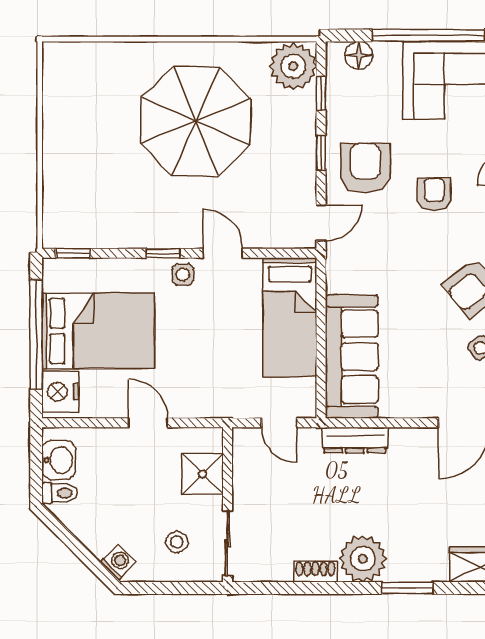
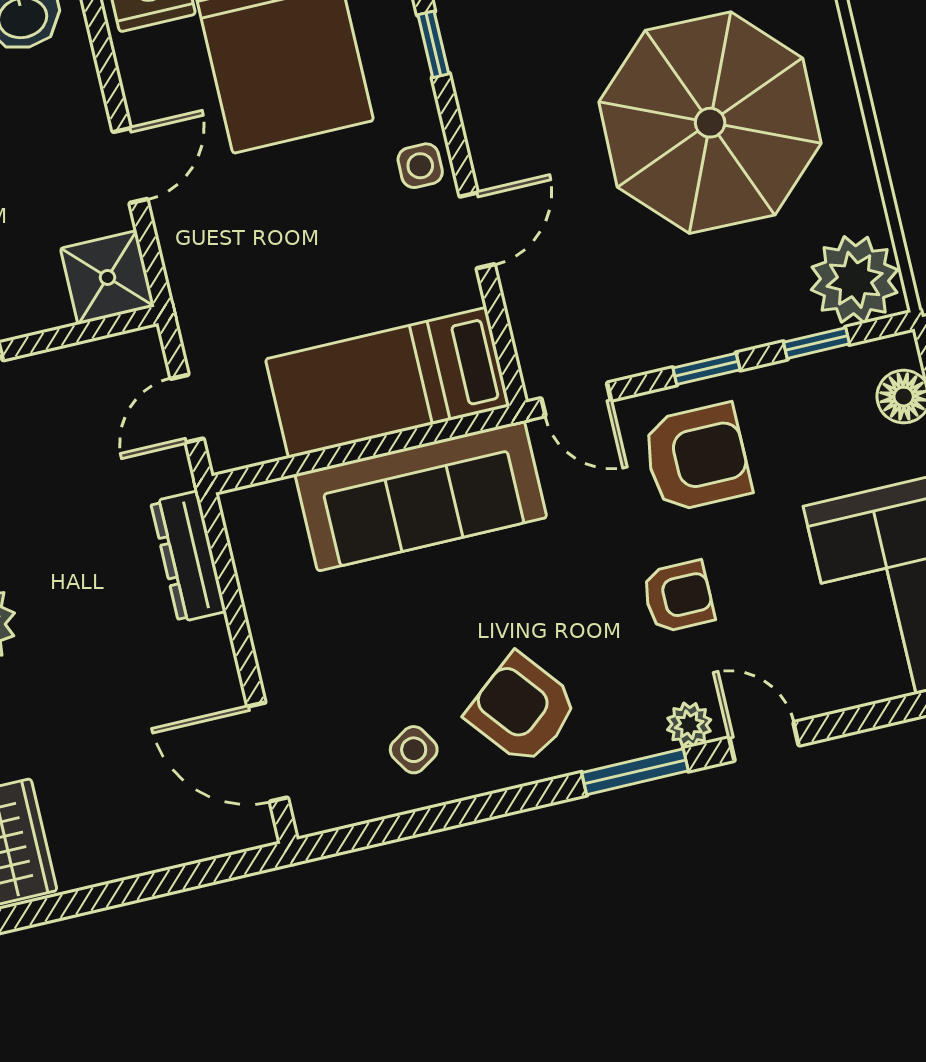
window: (163, 253) -> (433, 44), moved
sofa: (352, 357) -> (421, 496), moved
shower: (203, 474) -> (107, 277), moved

